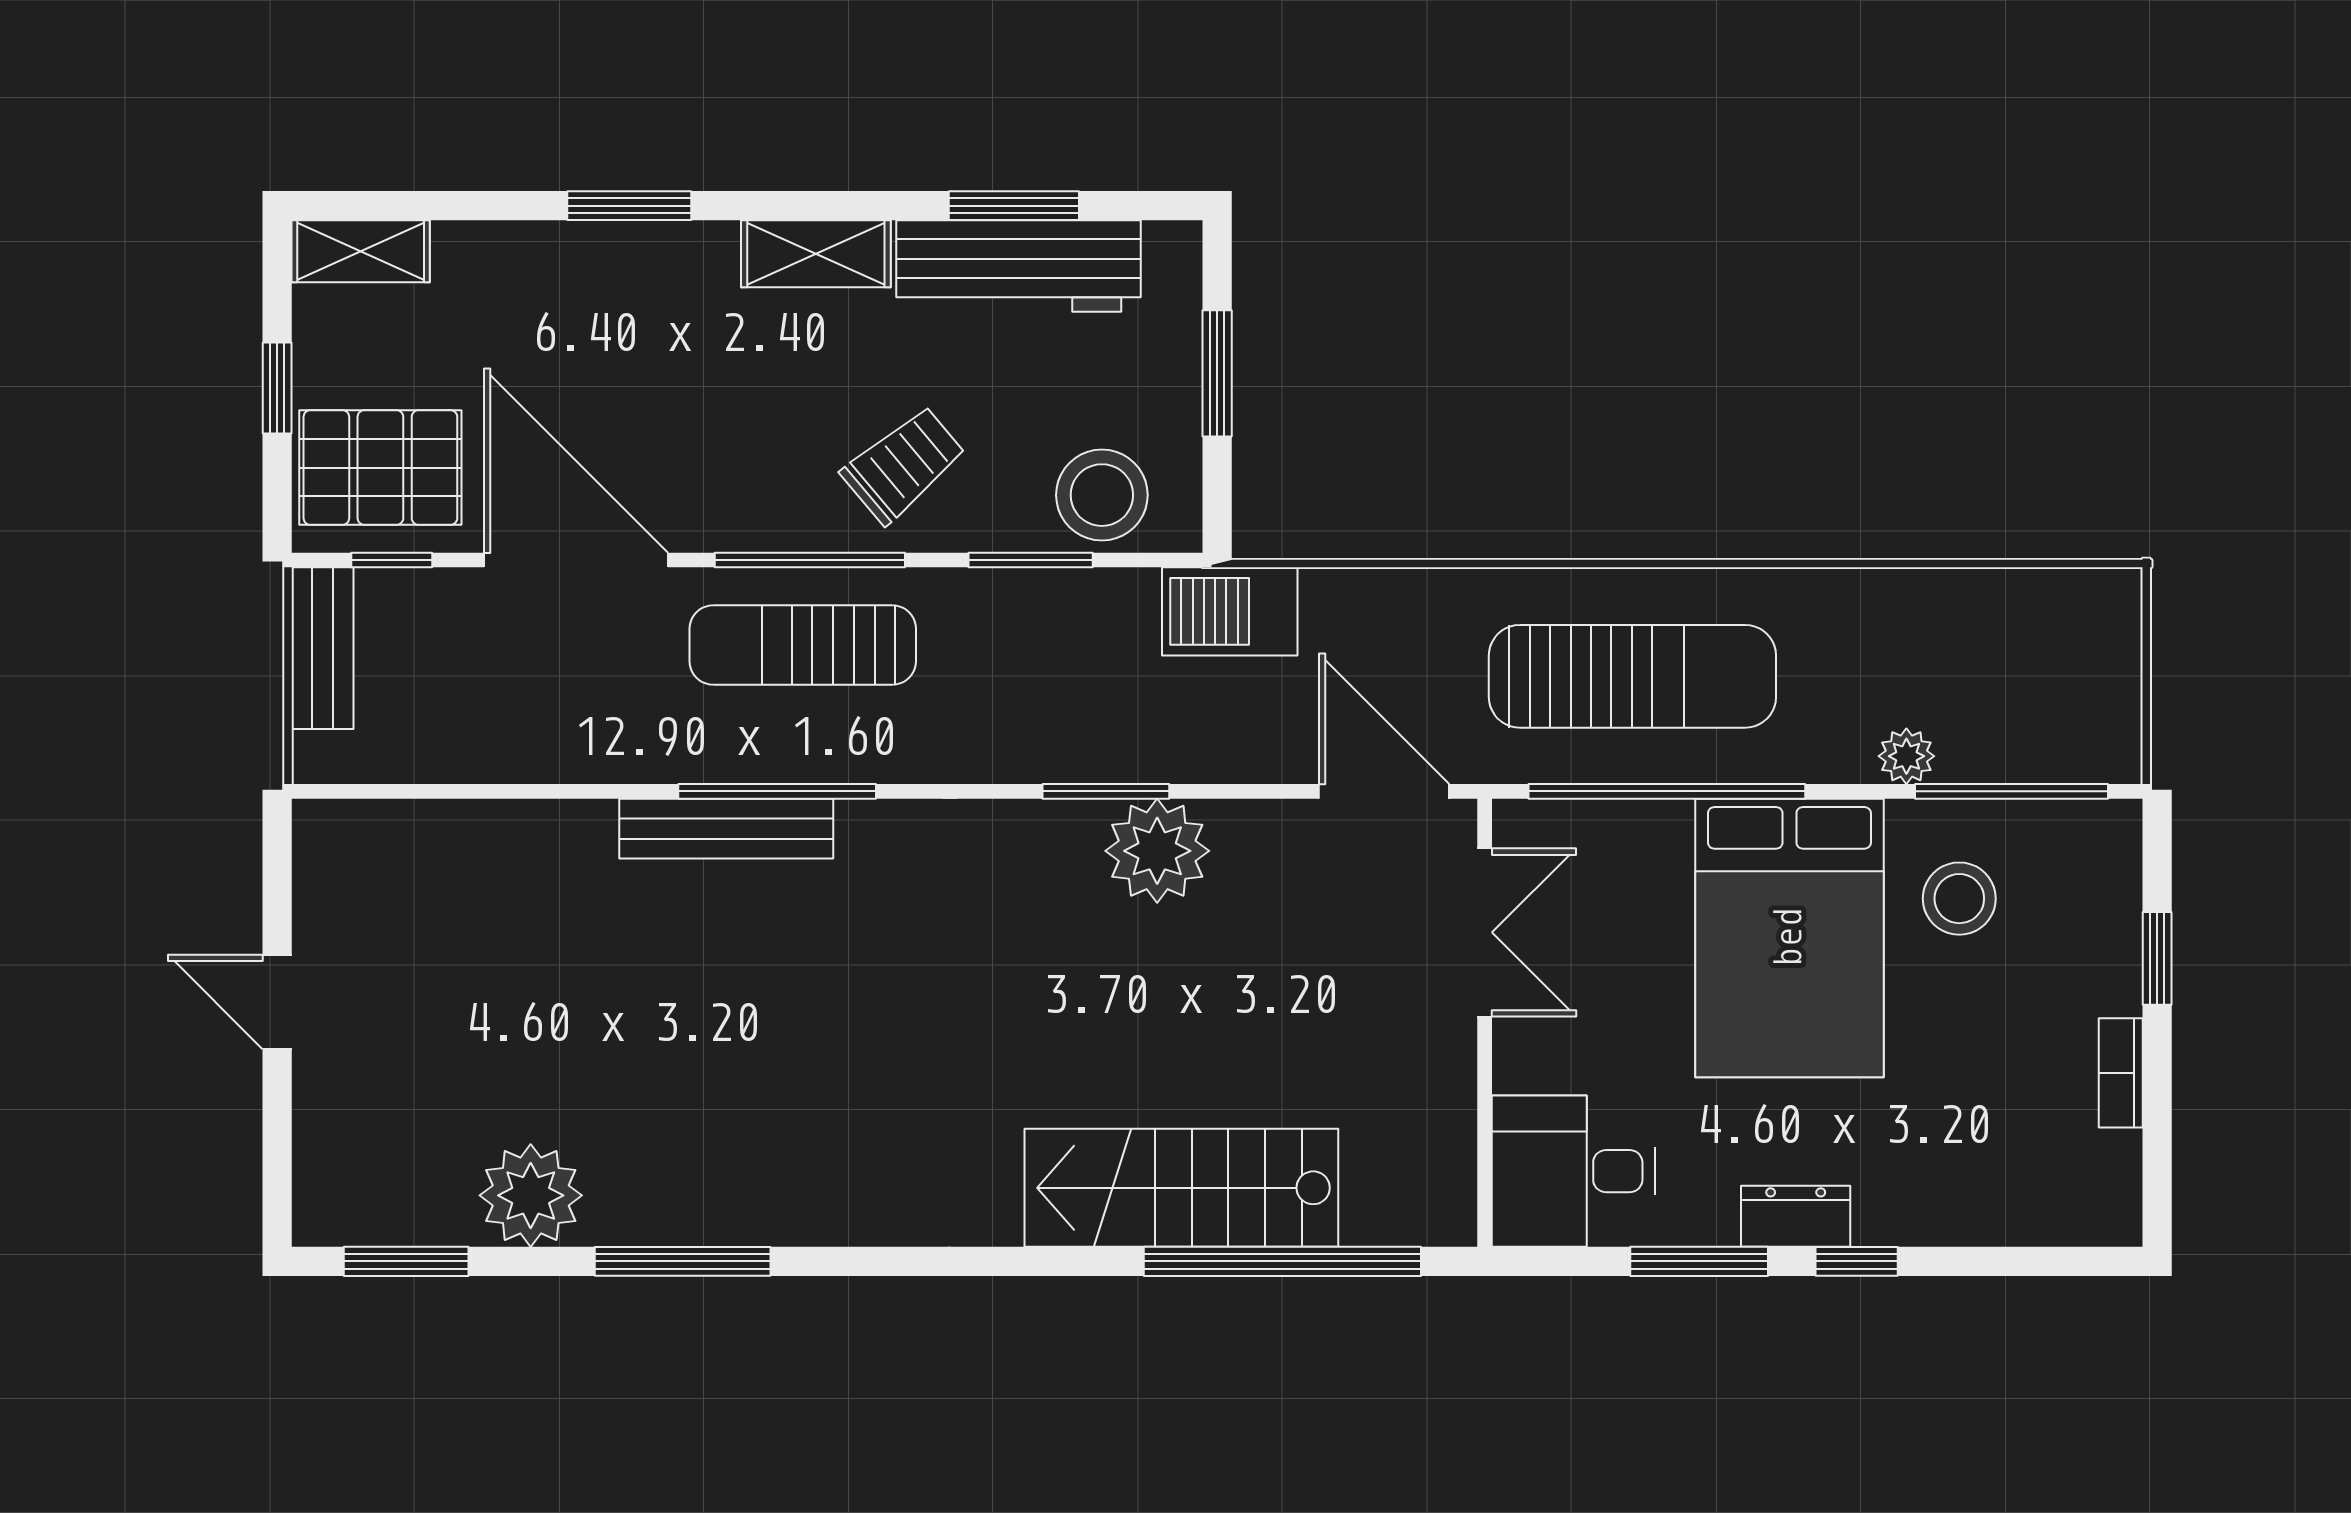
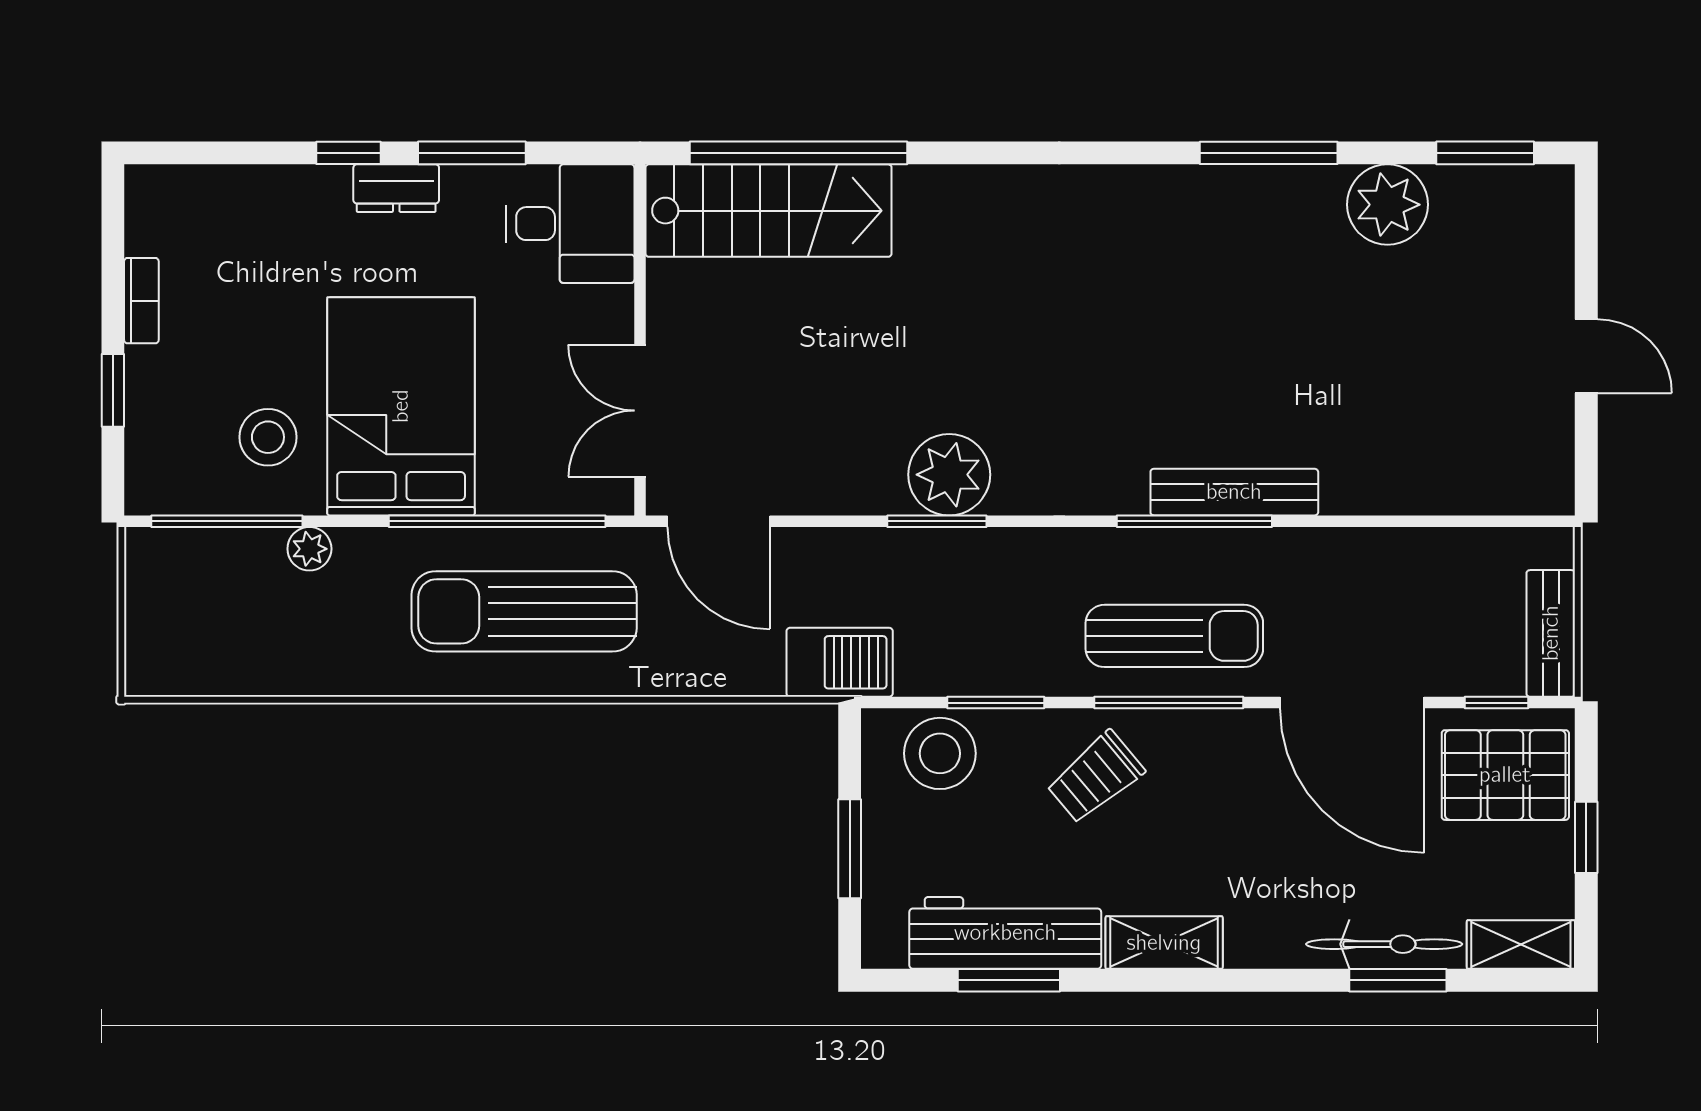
window: (629, 206) -> (1398, 980), moved
bicycle: (535, 252) -> (1384, 944), added
plant: (1157, 851) -> (949, 475), moved
stairs: (1181, 1188) -> (769, 211), moved

